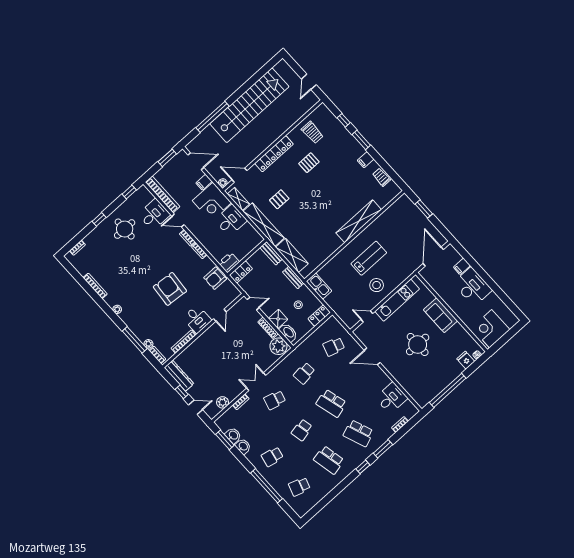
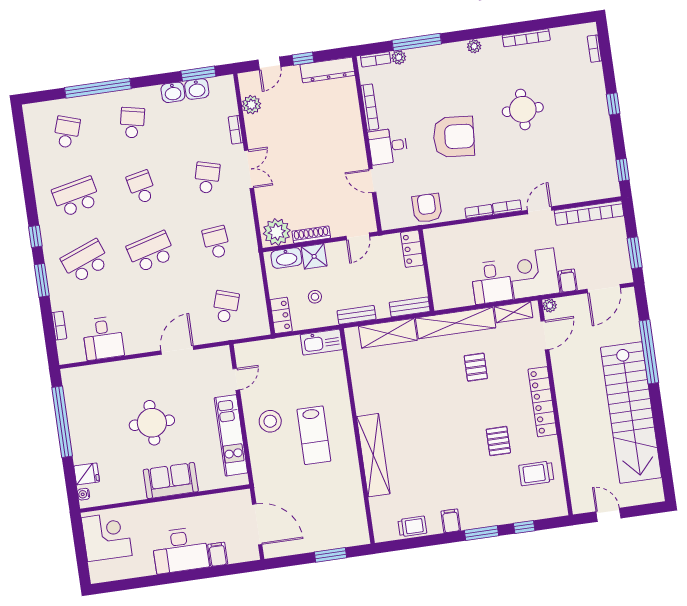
desk: (154, 215) -> (569, 183), removed
round table: (125, 229) -> (523, 109), moved
printer: (229, 262) -> (436, 241), removed

